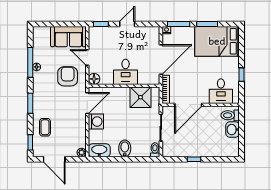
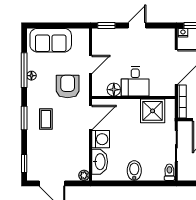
sofa: (68, 37) -> (51, 40), moved
door: (87, 58) -> (91, 65), swing flipped
floor lamp: (94, 79) -> (114, 90), moved
coffee table: (45, 127) -> (46, 119), moved
washbasin: (99, 150) -> (100, 162), moved, turned 90

